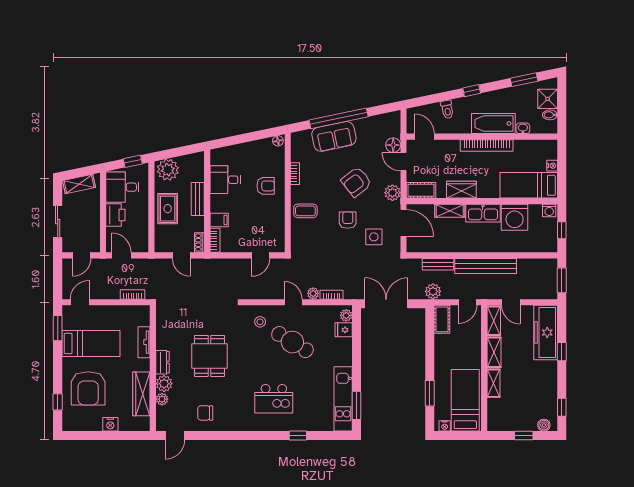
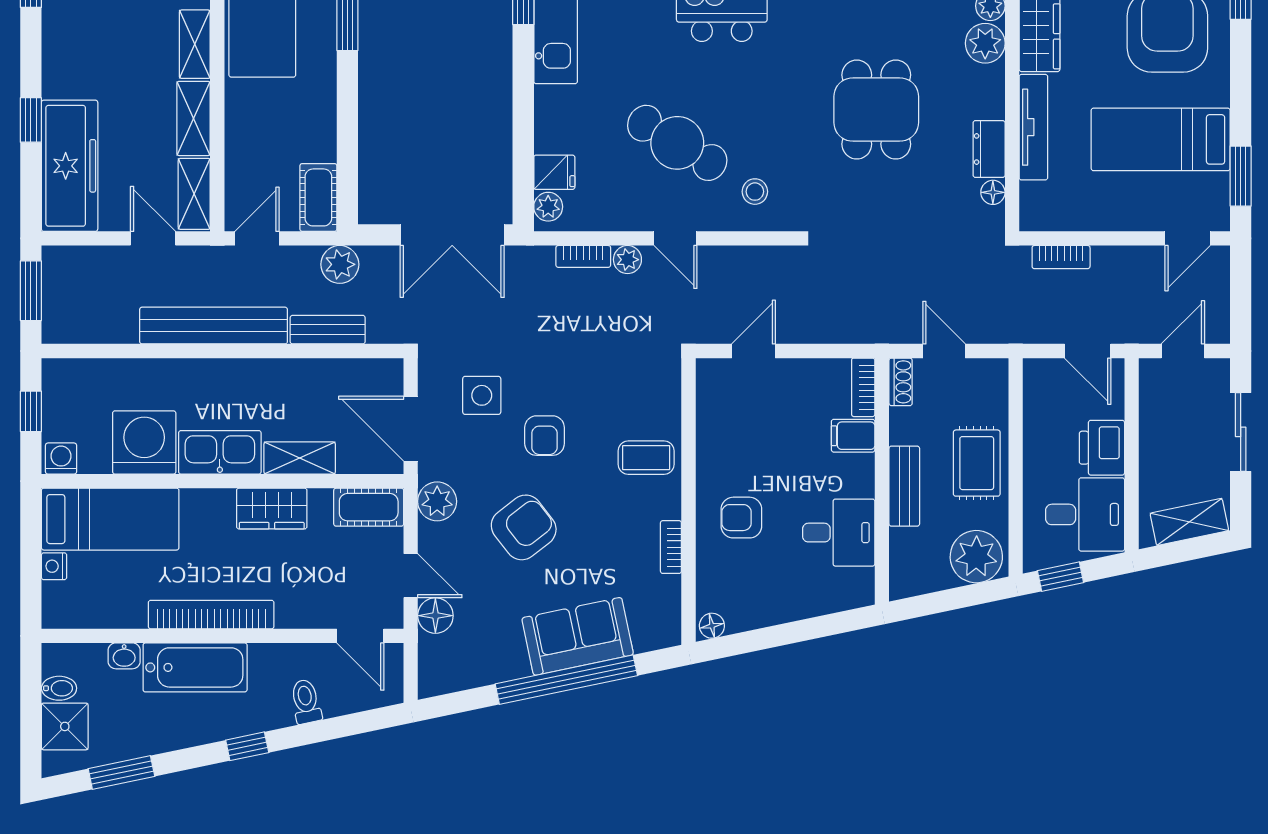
floor lamp: (161, 321) -> (993, 192), added
tv unit: (144, 342) -> (1033, 127), width x1.41
dresser: (162, 362) -> (989, 149), moved

